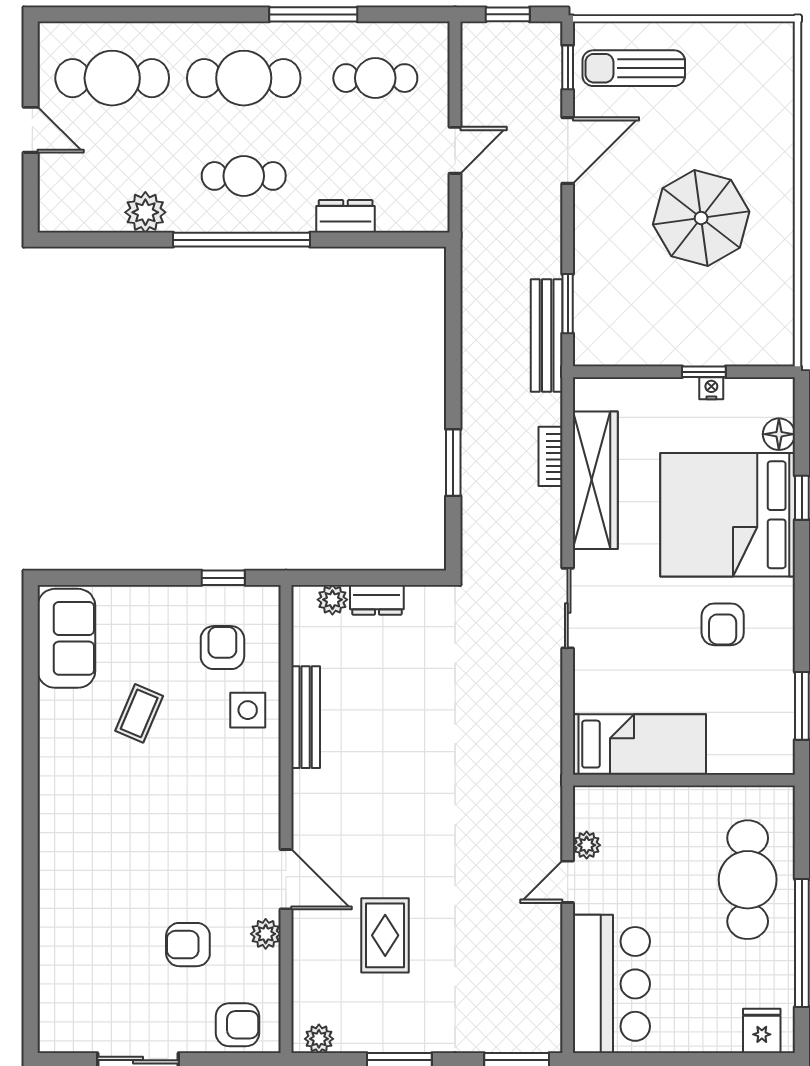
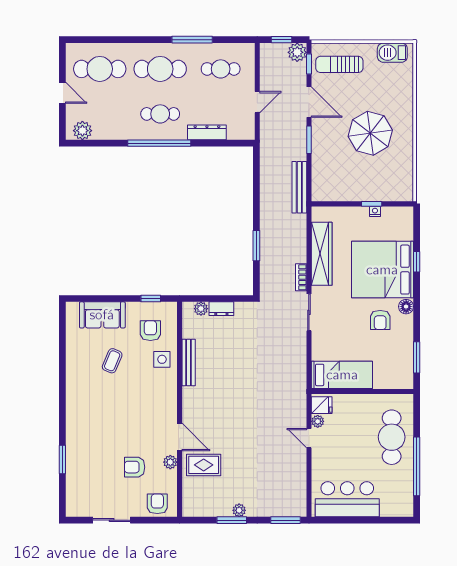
plant: (542, 42) -> (297, 52), added
barbecue: (749, 42) -> (392, 53), added
door: (568, 150) -> (309, 102), hinge flipped
plant: (145, 212) -> (82, 131), moved
dresser: (346, 216) -> (207, 132), width x1.44
window: (568, 304) -> (309, 140), moved
floor lamp: (779, 434) -> (406, 307), moved
bookcase: (551, 456) -> (301, 277), moved
sofa: (66, 638) -> (102, 315), moved, turned 90
door: (568, 882) -> (309, 438), hinge flipped
window: (31, 928) -> (62, 459), added
rug: (385, 935) -> (204, 465), moved, turned 90
bar counter: (611, 984) -> (347, 499), moved, turned -90
armchair: (238, 1025) -> (157, 504), turned -90
fridge: (762, 1031) -> (322, 405), moved, turned 90
plant: (319, 1039) -> (239, 510), moved

